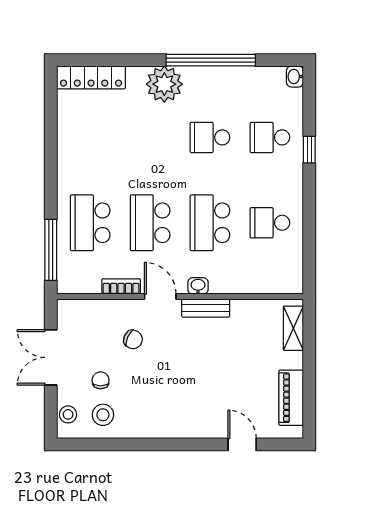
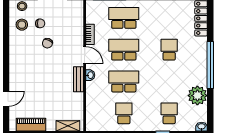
window: (211, 60) -> (210, 65), moved
plant: (164, 84) -> (197, 96), moved
school desk: (210, 137) -> (169, 50), moved
door: (160, 297) -> (85, 55), hinge flipped
chair: (133, 339) -> (47, 43), moved

